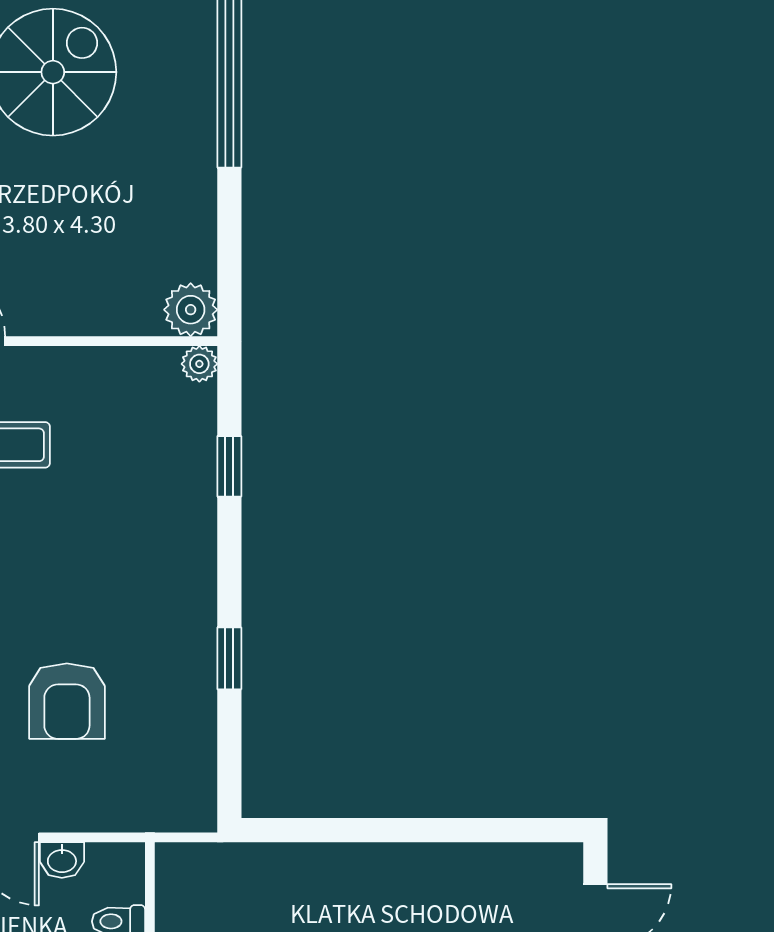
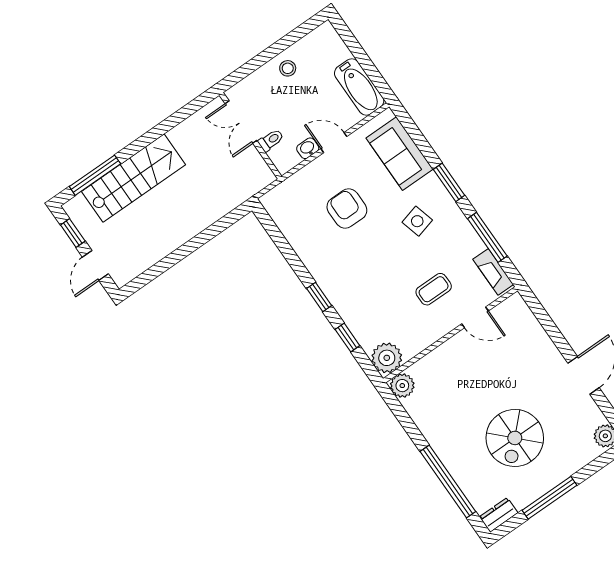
plant: (199, 364) -> (387, 358), width x1.87, depth x1.87
window: (229, 658) -> (319, 297), moved

